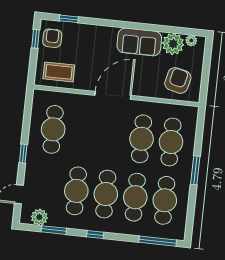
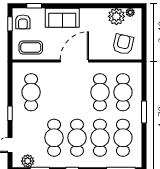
armchair: (52, 38) -> (23, 22), turned 180
sofa: (139, 42) -> (62, 18), moved

